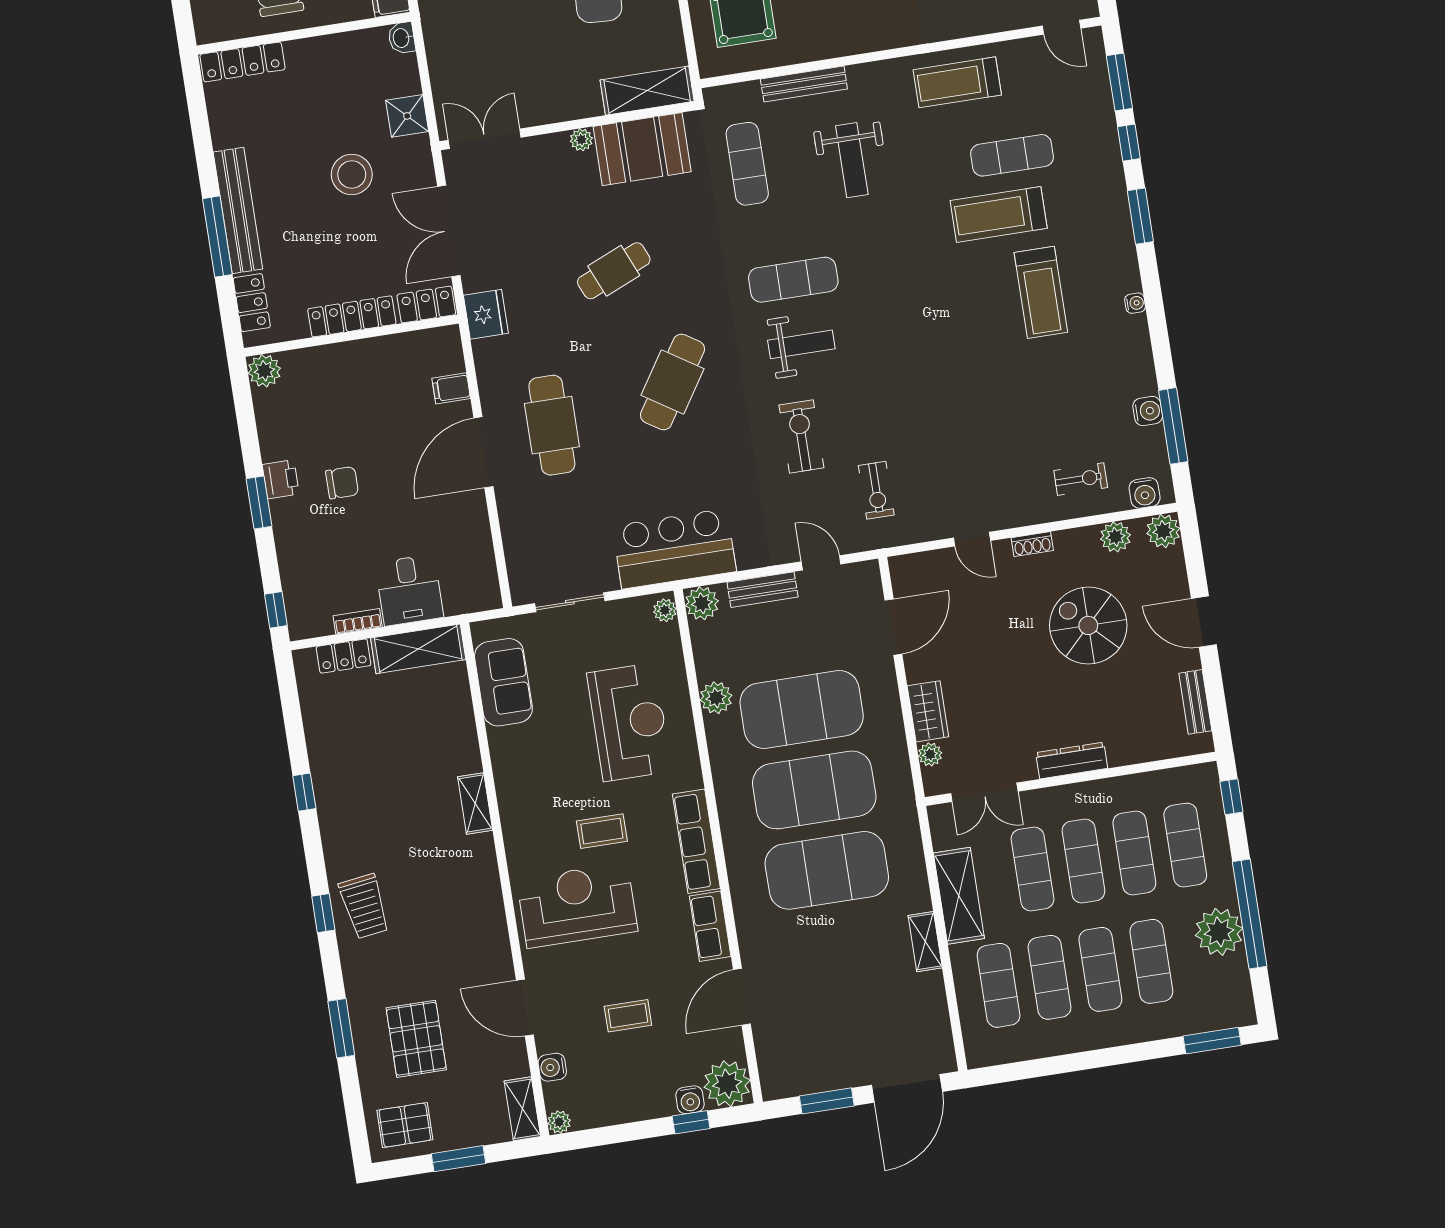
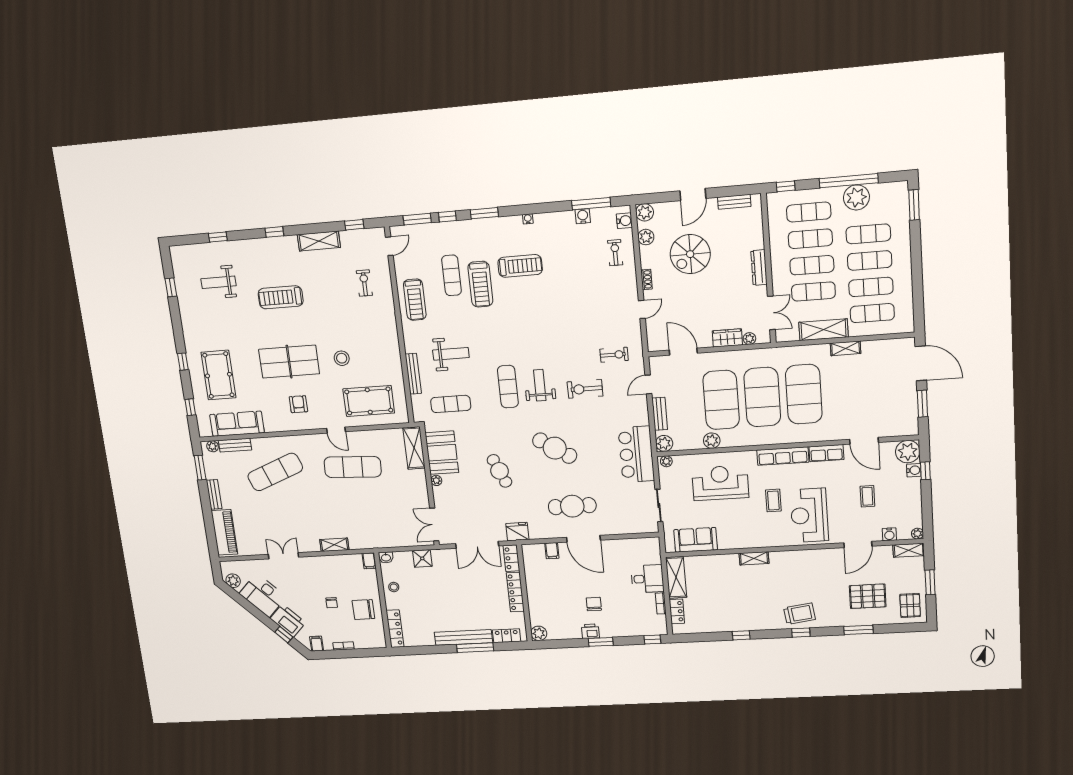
stool: (352, 175) -> (394, 587), moved, width x0.53, depth x0.53

